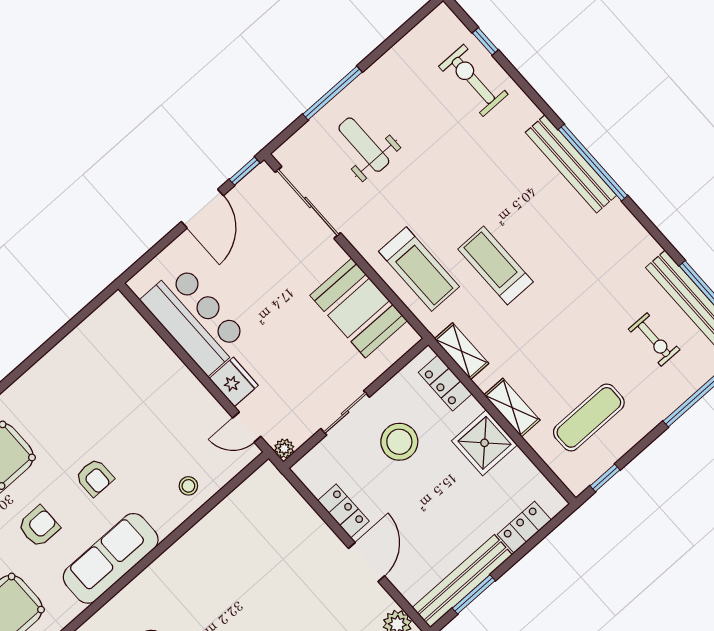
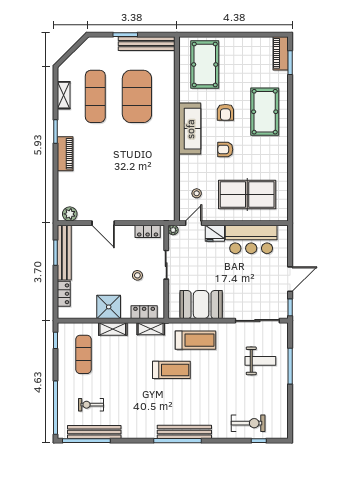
door: (202, 209) -> (290, 279), swing flipped
treadmill: (419, 269) -> (195, 340), turned 180
table tennis table: (133, 385) -> (247, 194), added
stool: (399, 442) -> (137, 275), width x0.53, depth x0.53
stool: (188, 486) -> (197, 193), moved
locker: (343, 511) -> (148, 231), moved

